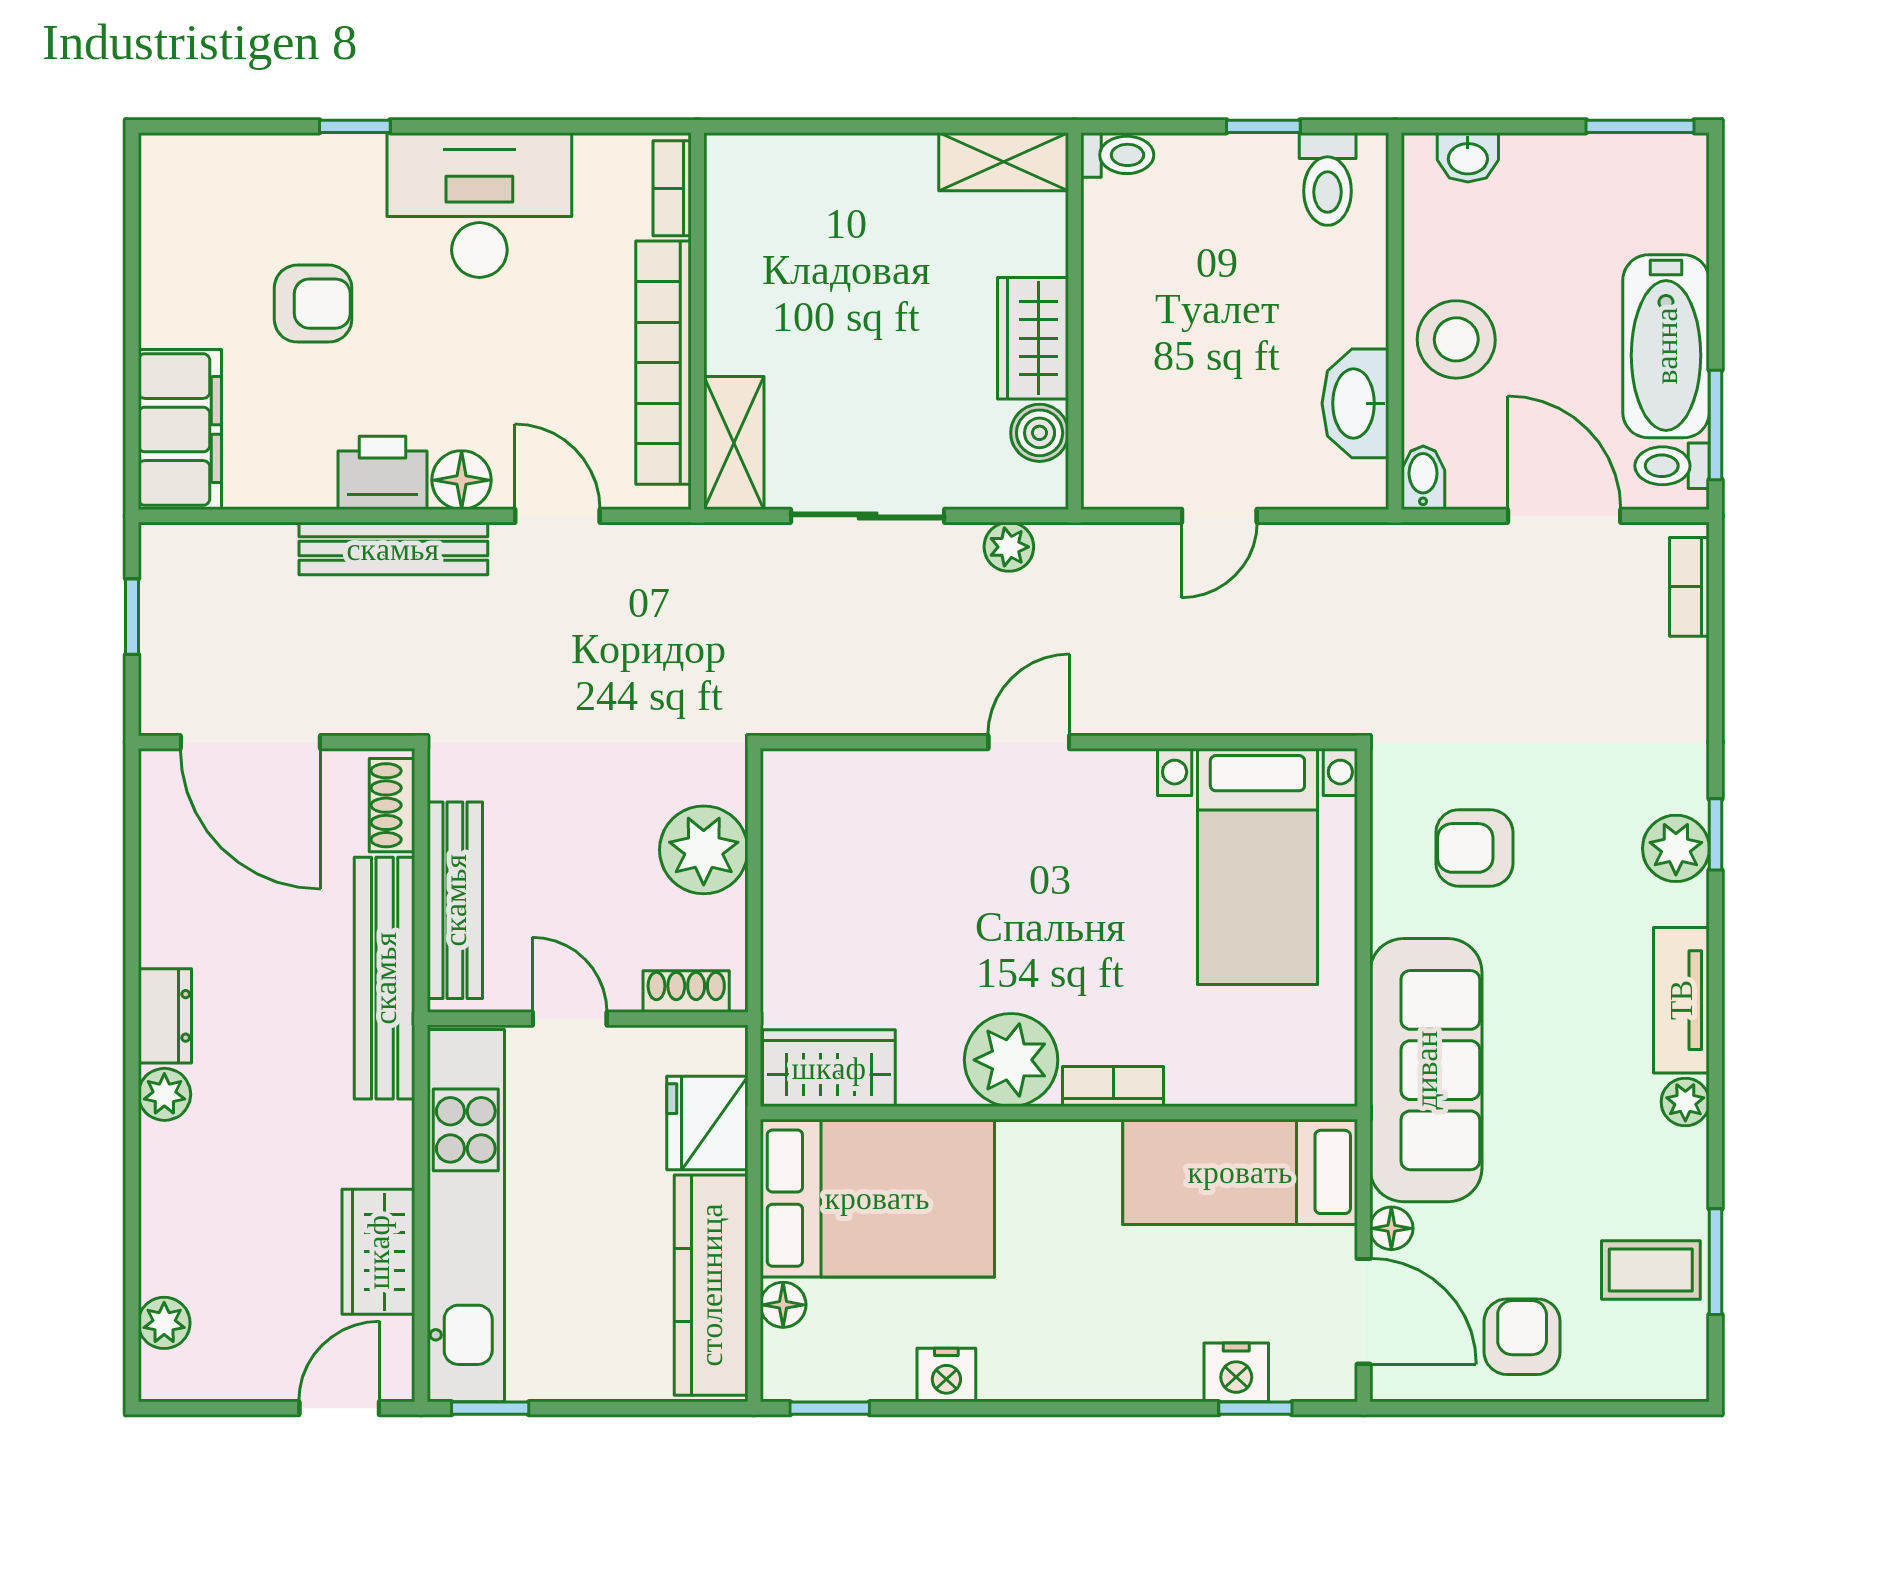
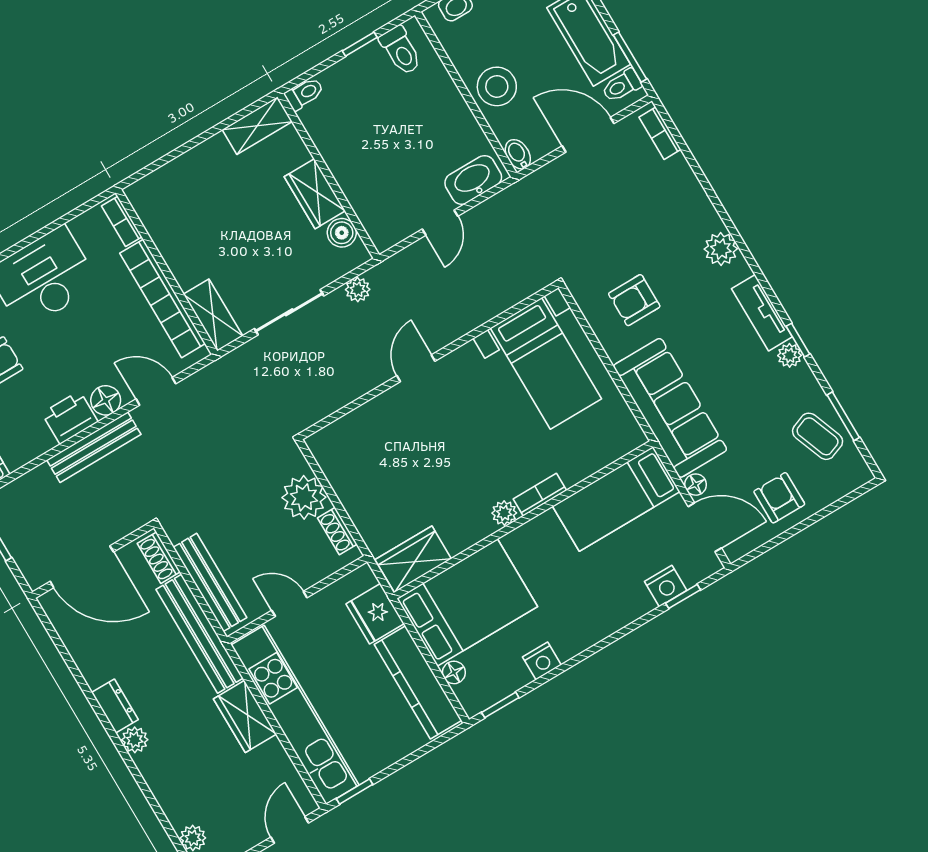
washbasin: (1355, 403) -> (473, 180), moved, turned 90
window: (1716, 834) -> (798, 340), moved
shoe rack: (686, 991) -> (337, 531), moved, turned -90
plant: (1011, 1060) -> (504, 513), width x0.53, depth x0.53
wardrobe: (378, 1252) -> (245, 716), moved
coffee table: (1651, 1270) -> (818, 436), turned 69

